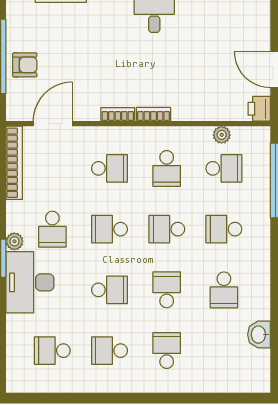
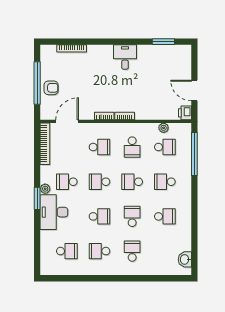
school desk: (52, 229) -> (67, 182), turned 90
school desk: (224, 290) -> (165, 216), turned -90
washbasin: (259, 335) -> (185, 259), moved
school desk: (52, 351) -> (67, 251), turned 180

